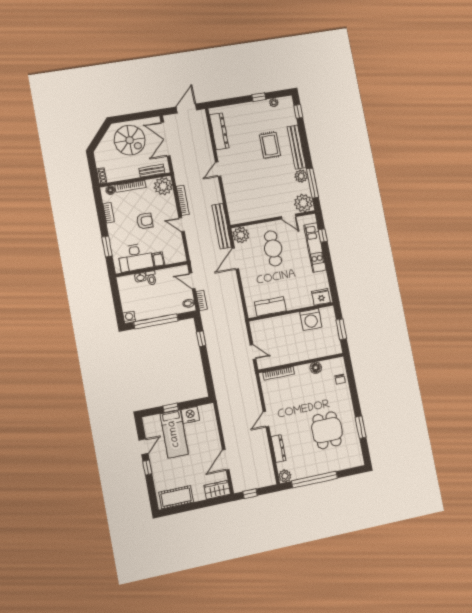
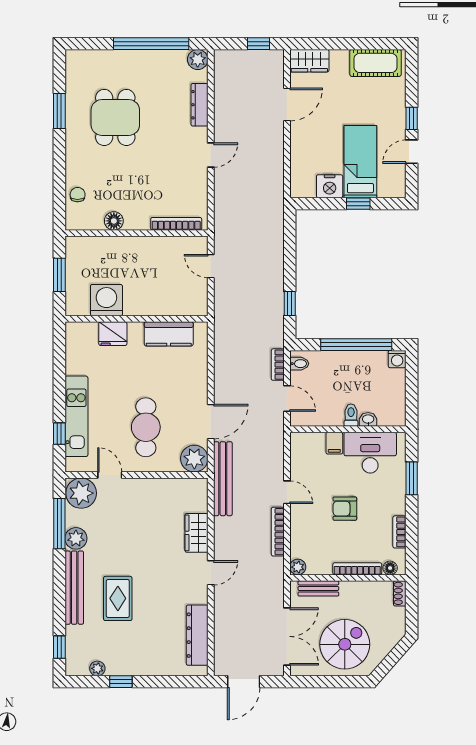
spiral stairs: (130, 140) -> (345, 644), turned 90
plant: (163, 186) -> (298, 567), width x0.53, depth x0.53
wardrobe: (231, 191) -> (197, 533), added
fridge: (321, 297) -> (113, 334), moved

